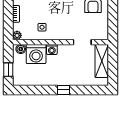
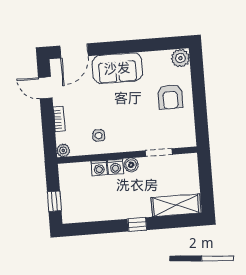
boiler: (21, 49) -> (131, 165), moved
washing machine: (36, 54) -> (99, 168), width x0.53, depth x0.53
shelving: (102, 61) -> (176, 205), moved, turned 90

